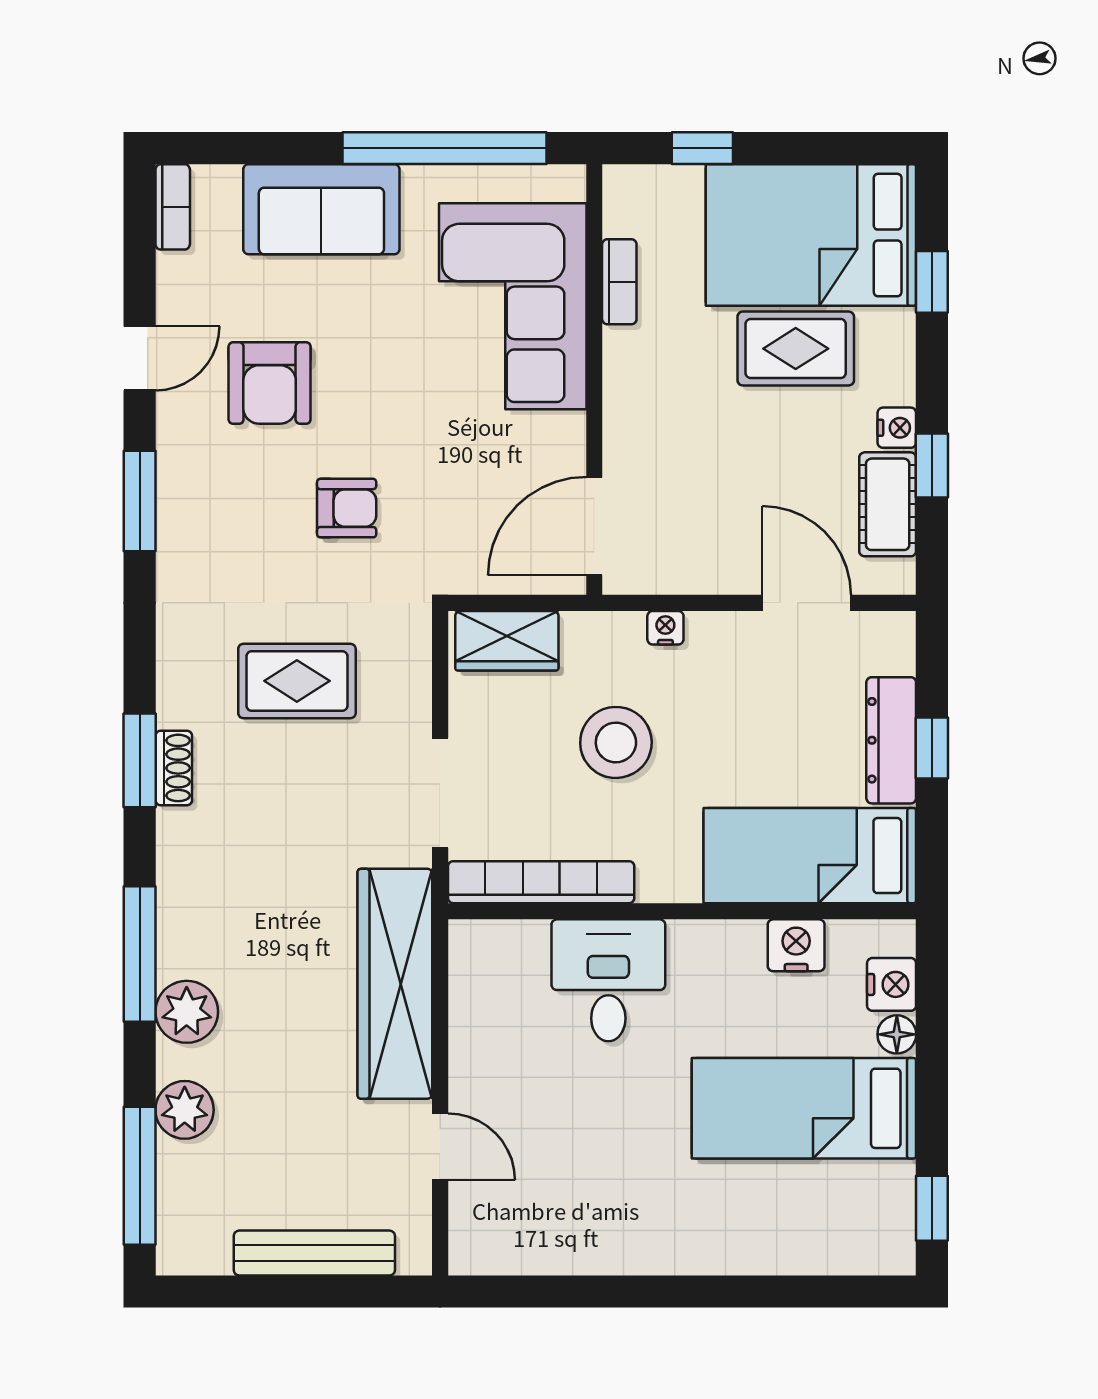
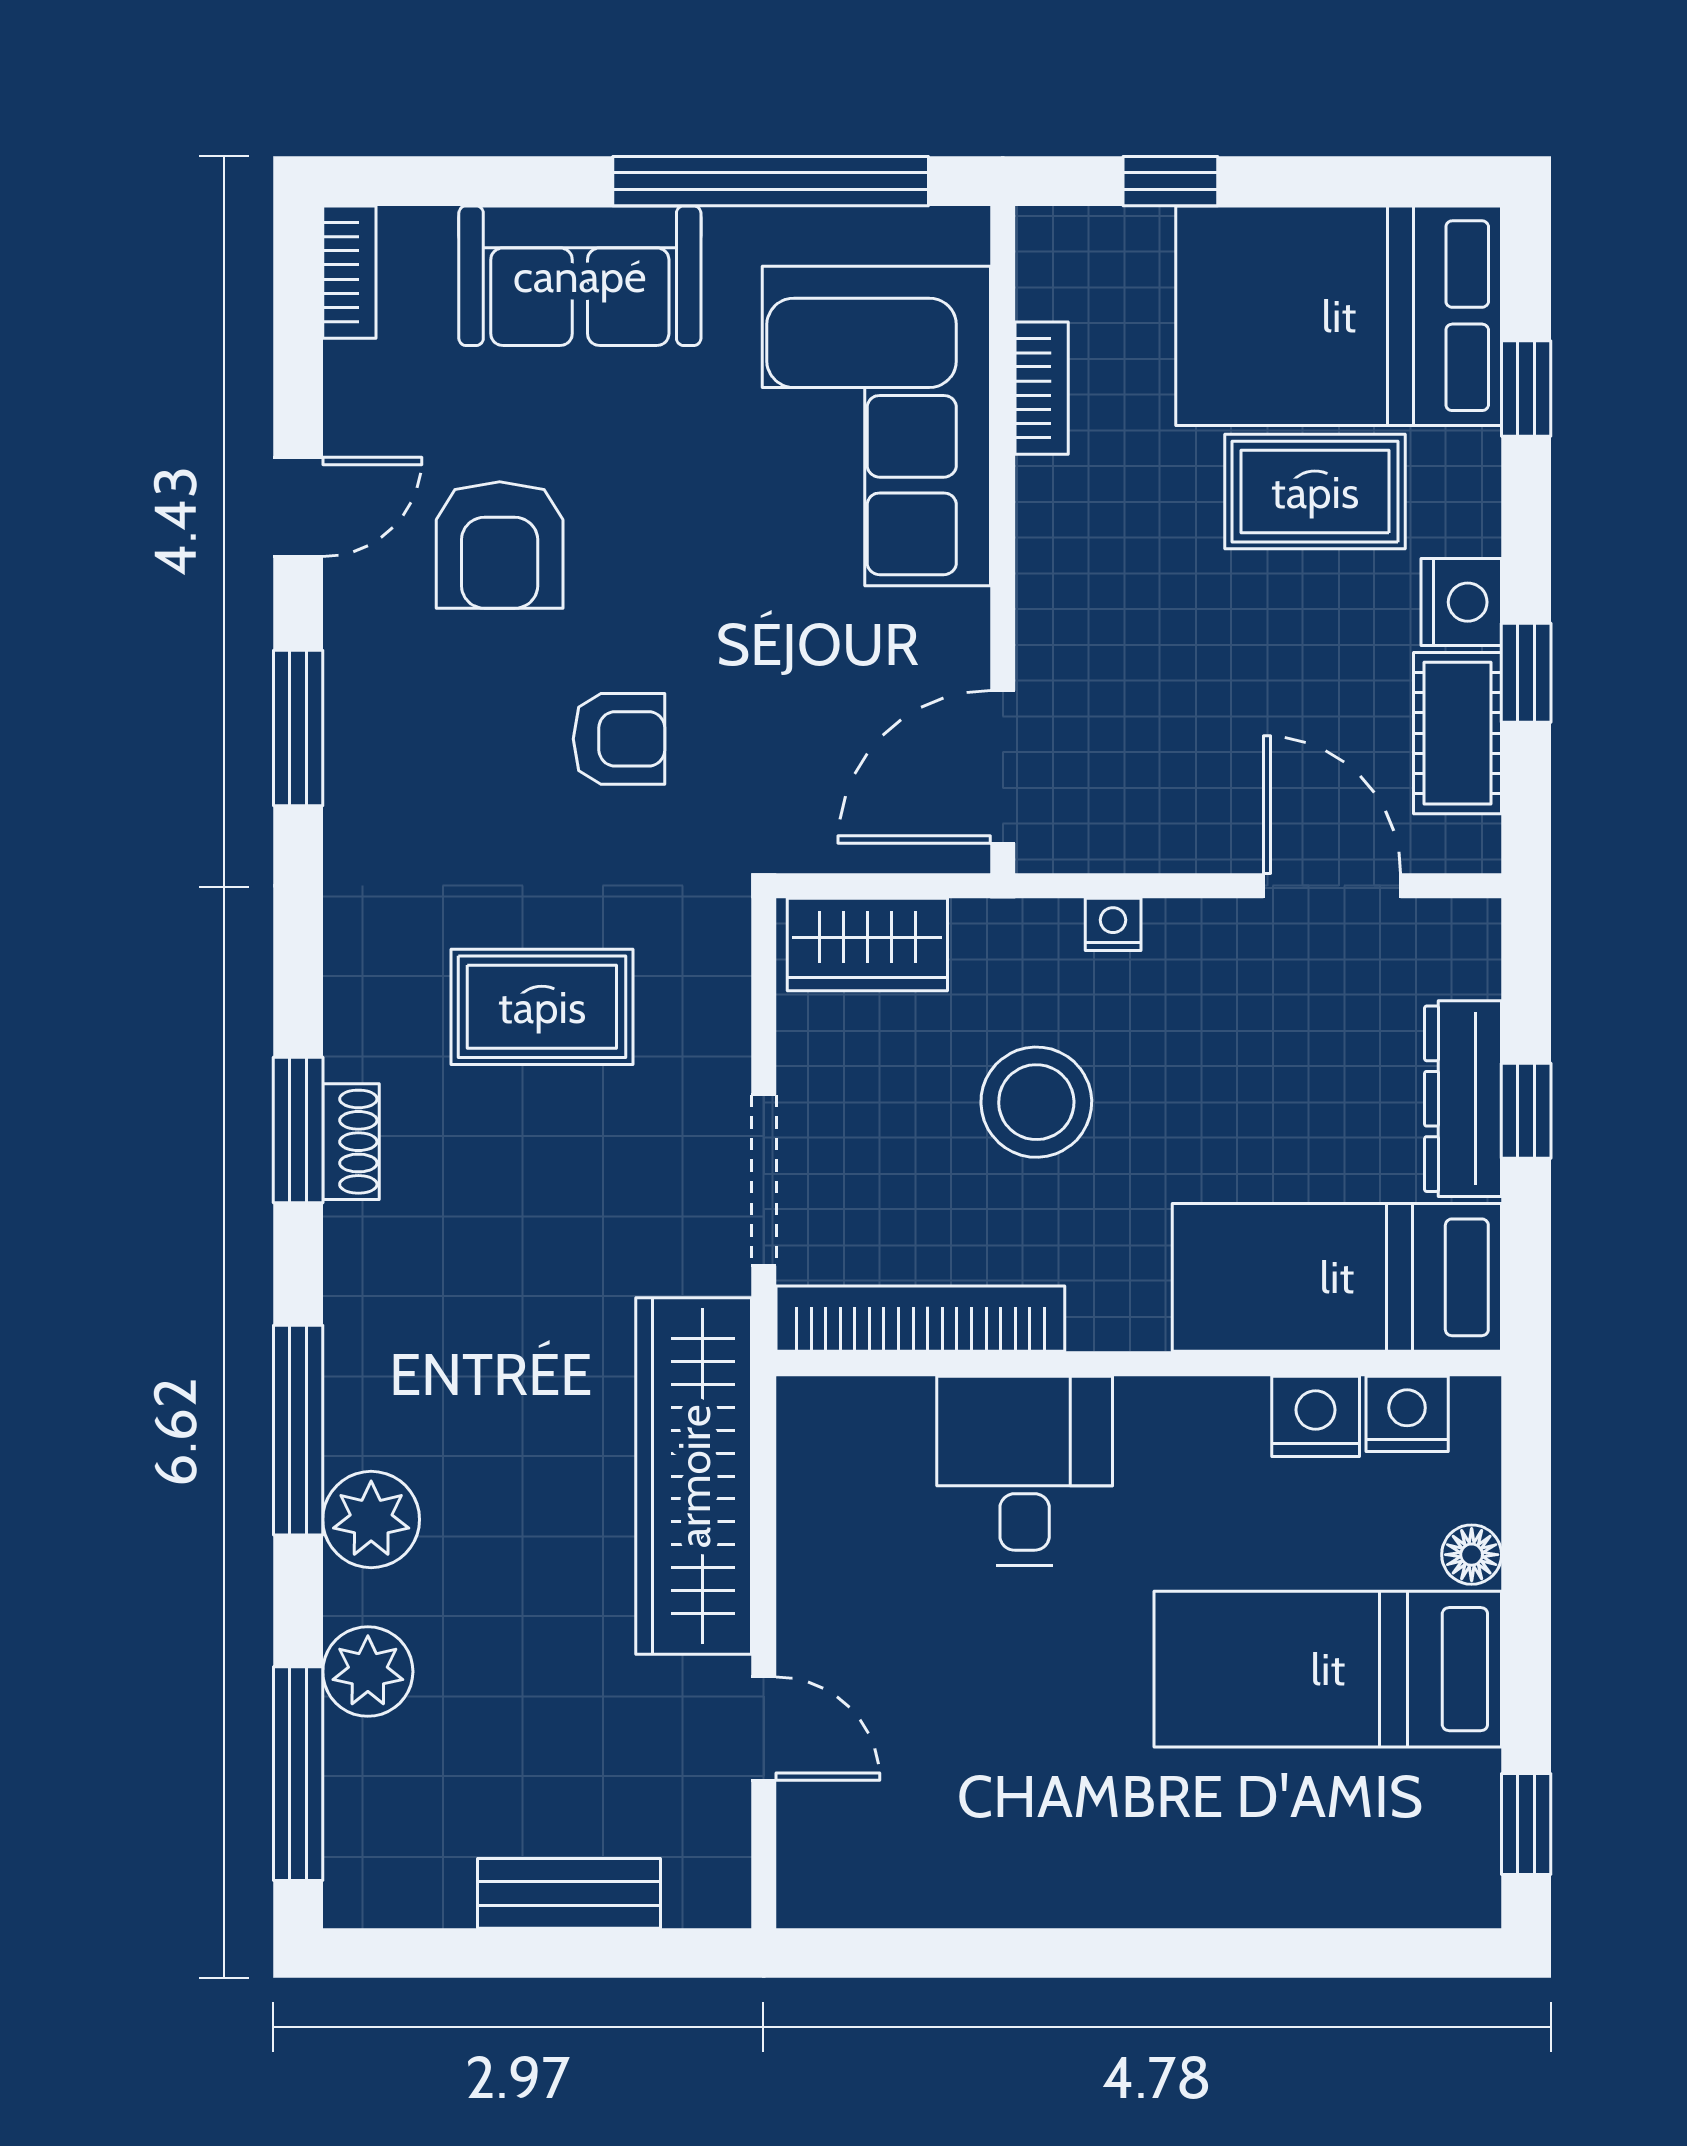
nightstand: (897, 428) -> (1461, 602), width x1.39, depth x1.35
nightstand: (892, 984) -> (1407, 1414), moved, turned -90
bench: (314, 1253) -> (569, 1893), width x0.73

